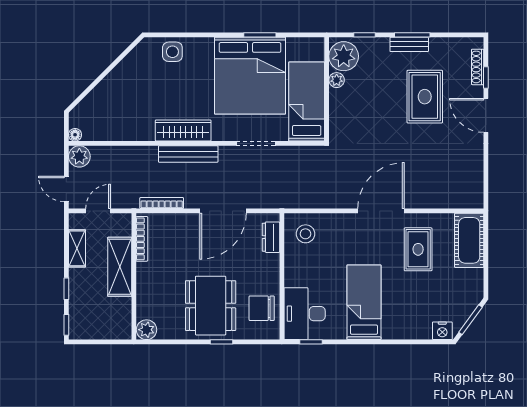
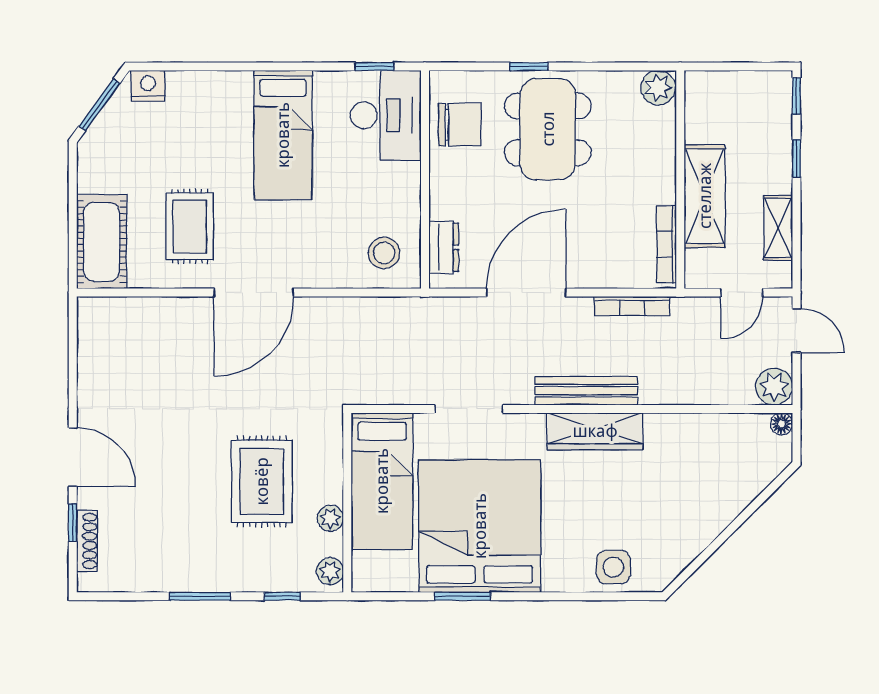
bench: (409, 44) -> (205, 580), removed
plant: (344, 56) -> (330, 571), width x0.53, depth x0.53
rug: (425, 97) -> (262, 481), moved

